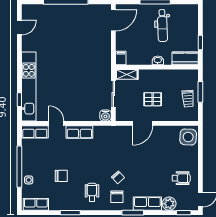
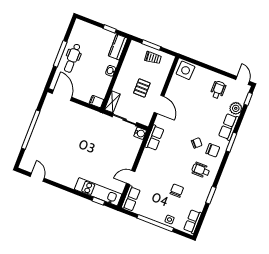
dental chair: (162, 26) -> (72, 58), moved, turned 92
kitchen unit: (29, 86) -> (98, 192), width x0.73
row of seats: (79, 132) -> (154, 138), moved

